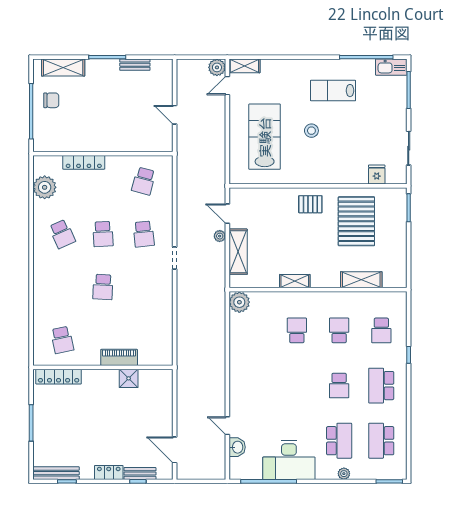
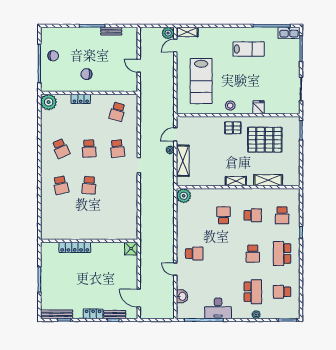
shelving: (63, 67) -> (62, 33), removed
lab bench: (333, 91) -> (249, 49), turned 180
chair: (99, 127) -> (86, 74), added
stool: (311, 131) -> (230, 106), moved
lab bench: (265, 137) -> (201, 81), turned 180
locker: (84, 162) -> (81, 99), width x0.66
fridge: (377, 175) -> (258, 107), moved
plant: (45, 187) -> (49, 102), moved
door: (227, 214) -> (175, 134), hinge flipped
pallet: (356, 221) -> (265, 140), turned 90
shelving: (295, 281) -> (236, 181), moved
school desk: (339, 330) -> (253, 215), turned 90
school desk: (62, 340) -> (61, 185), moved
piano: (119, 357) -> (100, 234), removed
locker: (59, 377) -> (75, 247), moved
shower: (129, 378) -> (131, 249), moved
school desk: (255, 386) -> (194, 254), added
door: (227, 426) -> (175, 269), moved
school desk: (381, 441) -> (282, 292), width x0.54
desk: (289, 460) -> (218, 308), width x0.73, depth x0.77

